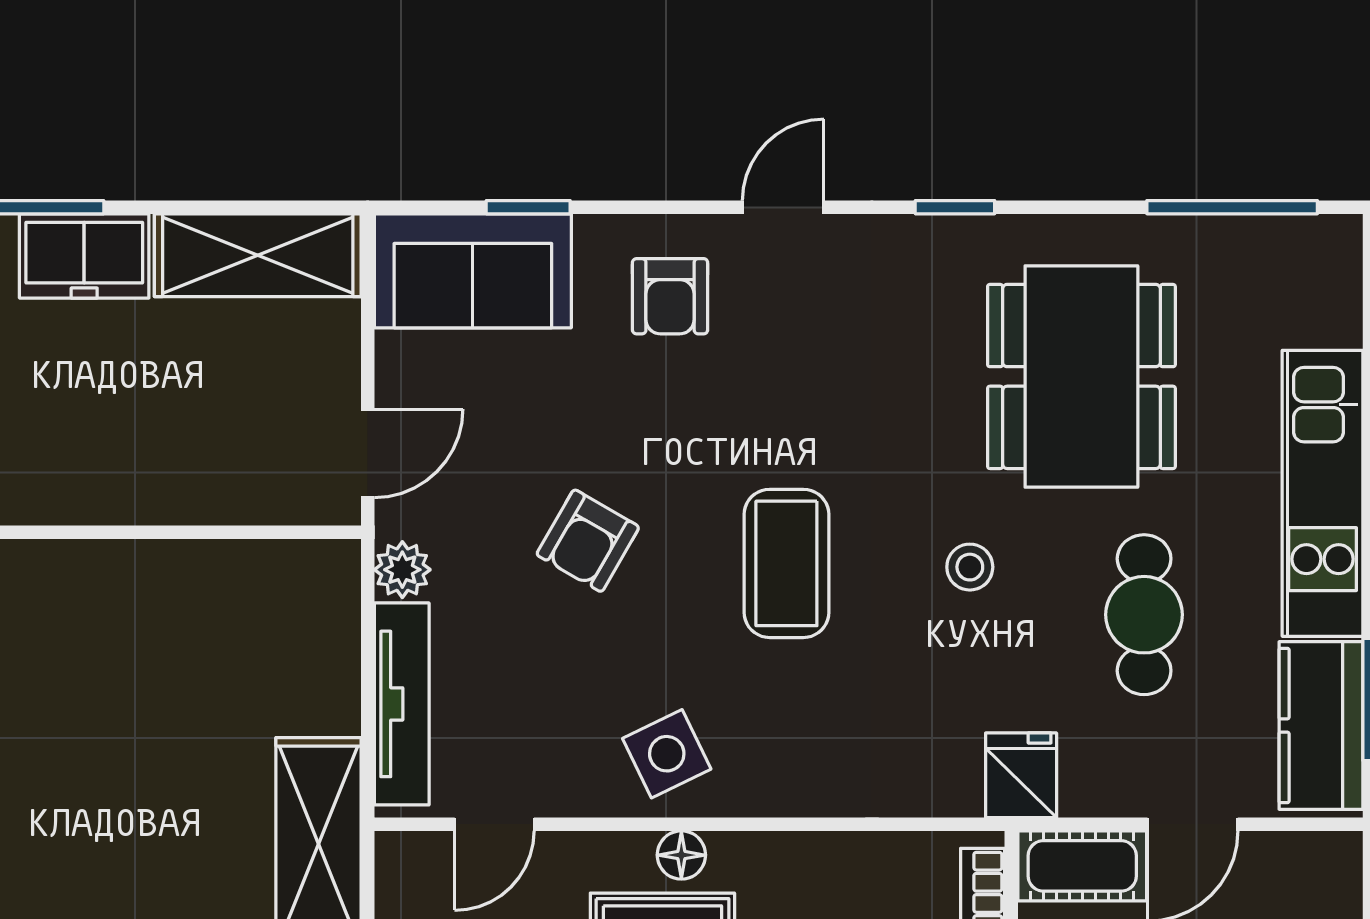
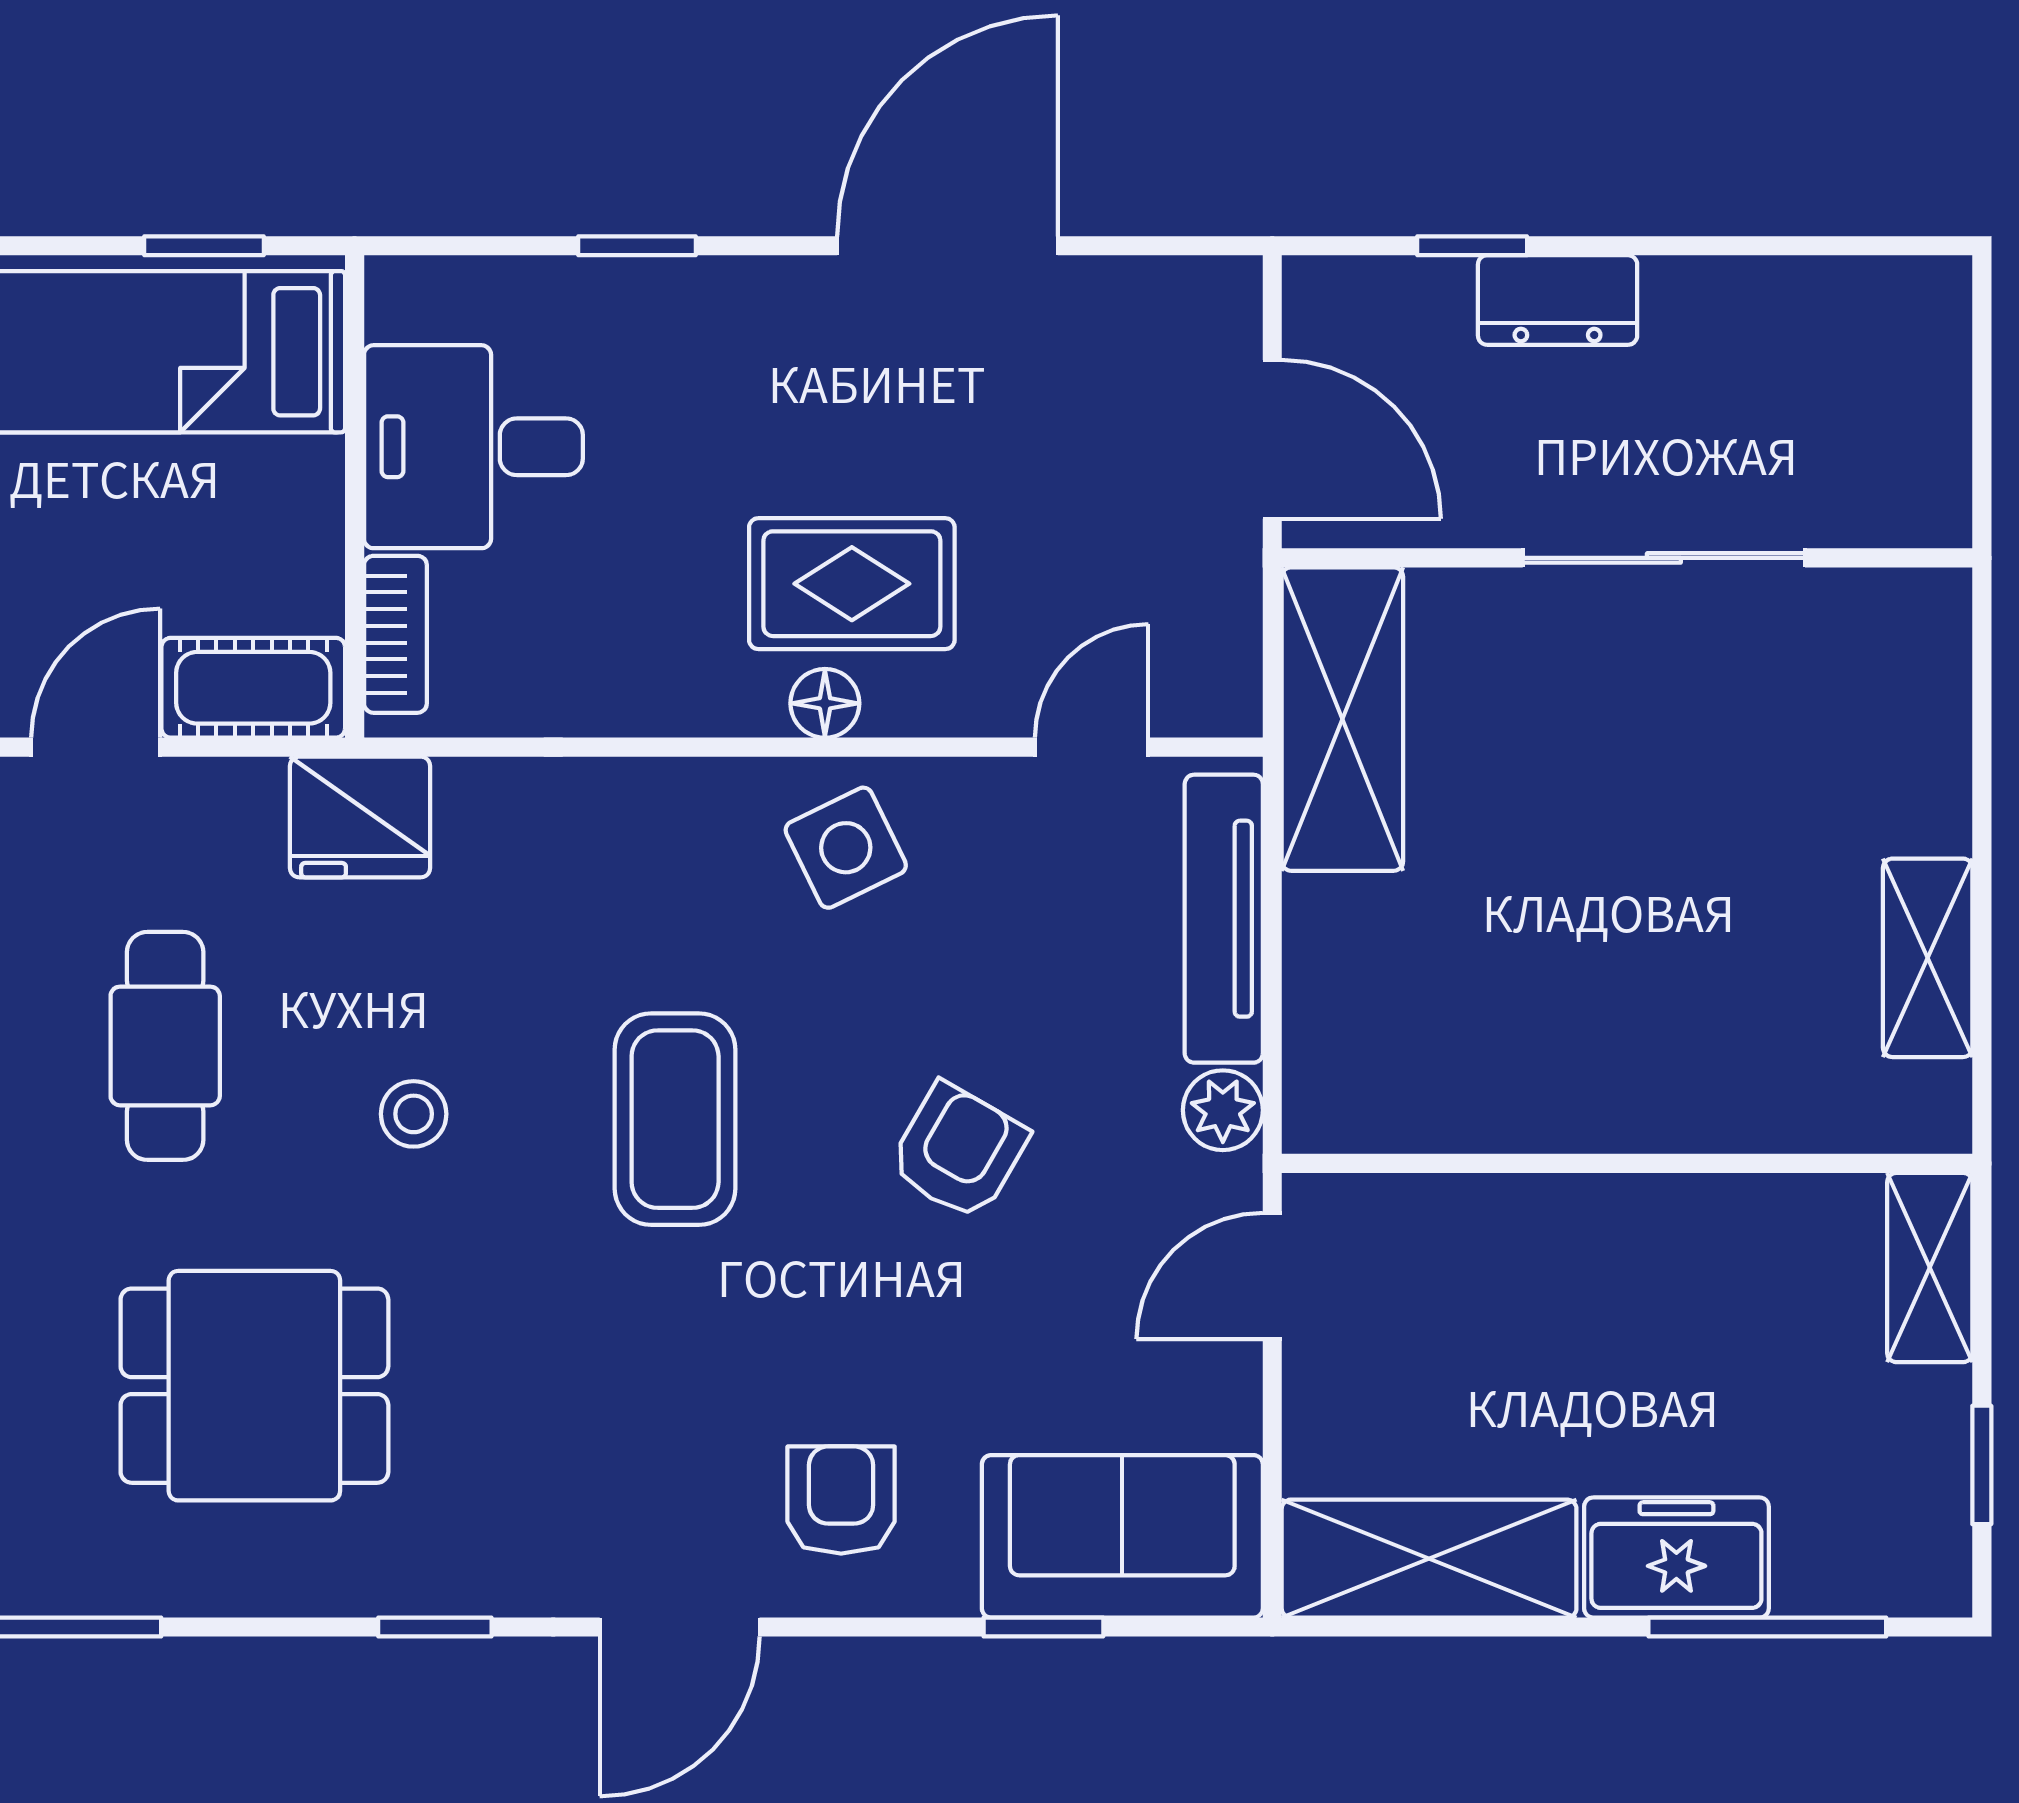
door: (783, 207) -> (680, 1627), width x1.37
dining table: (1081, 376) -> (254, 1386), width x0.73
fridge: (1021, 775) -> (360, 817), width x1.38

